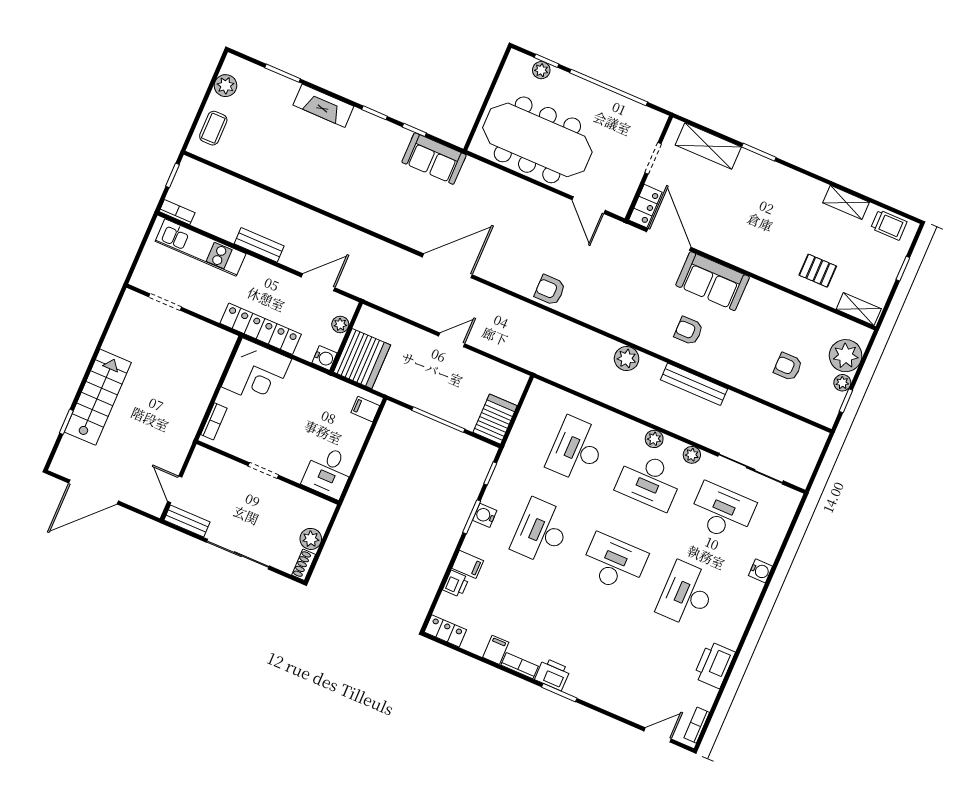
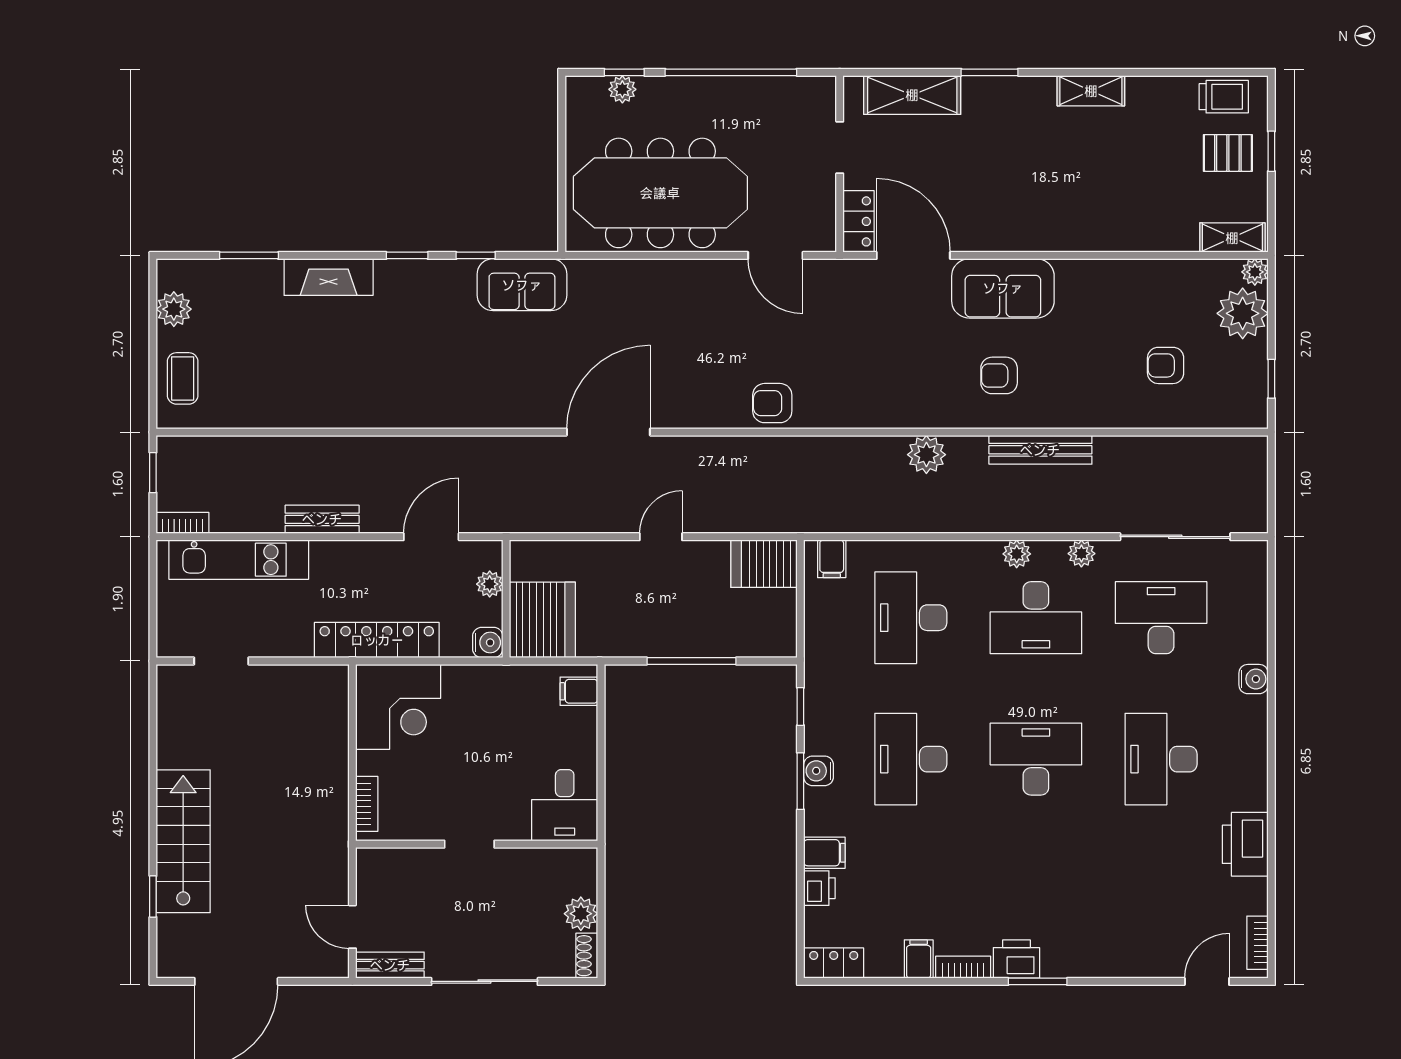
shelving: (846, 202) -> (1091, 91), moved
pallet: (818, 271) -> (1228, 153), moved
plant: (842, 383) -> (1255, 272), moved
filing cabinet: (545, 395) -> (832, 559), added
server rack: (495, 419) -> (764, 564), moved, turned -90

